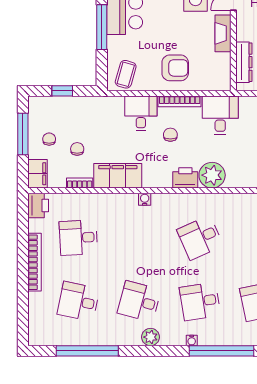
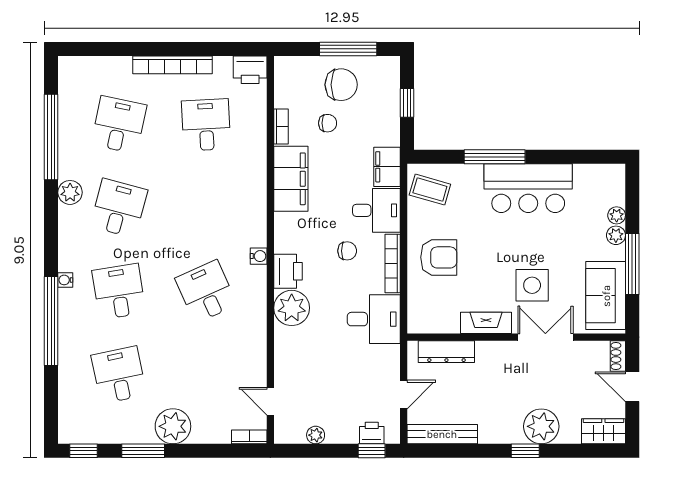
armchair: (175, 68) -> (439, 257), turned -90
chair: (49, 139) -> (341, 85), width x1.87, depth x1.87
filing cabinet: (38, 174) -> (387, 167), moved, turned 90
water cooler: (145, 199) -> (259, 256), moved
plant: (151, 337) -> (70, 192), moved

